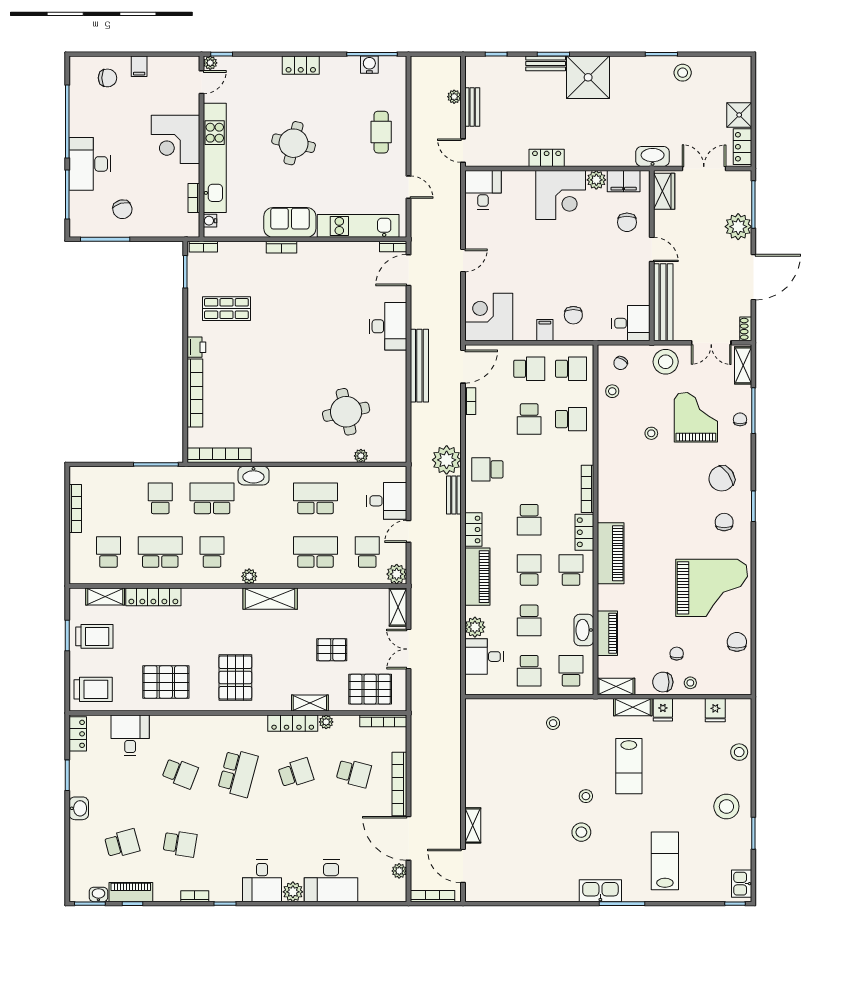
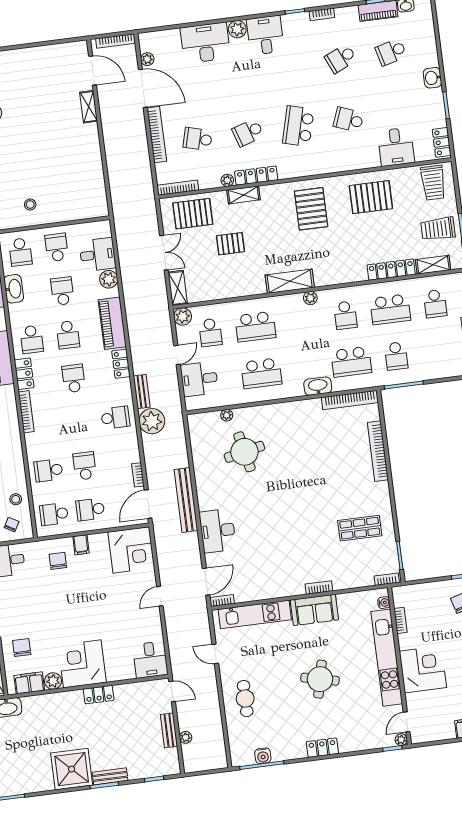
printer: (196, 347) -> (382, 491), removed
trolley: (93, 689) -> (433, 183), turned -90
school desk: (180, 844) -> (341, 58), turned -33

